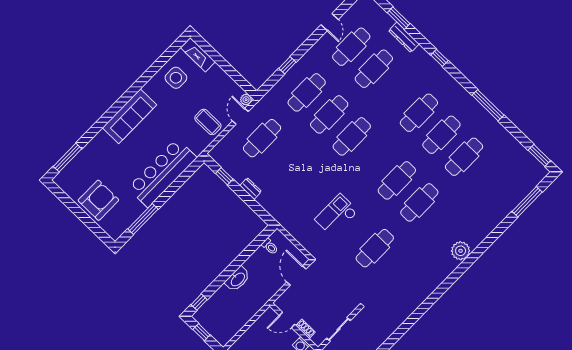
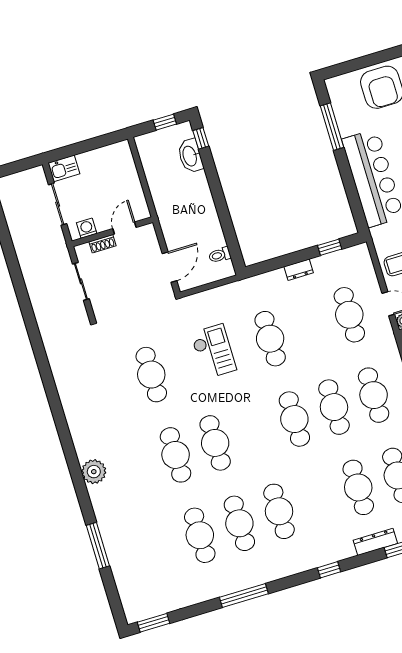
cafe table: (307, 182) -> (270, 339), added
window: (527, 202) -> (98, 546), moved
door: (296, 276) -> (170, 267), hinge flipped
washbasin: (238, 279) -> (190, 156), moved

